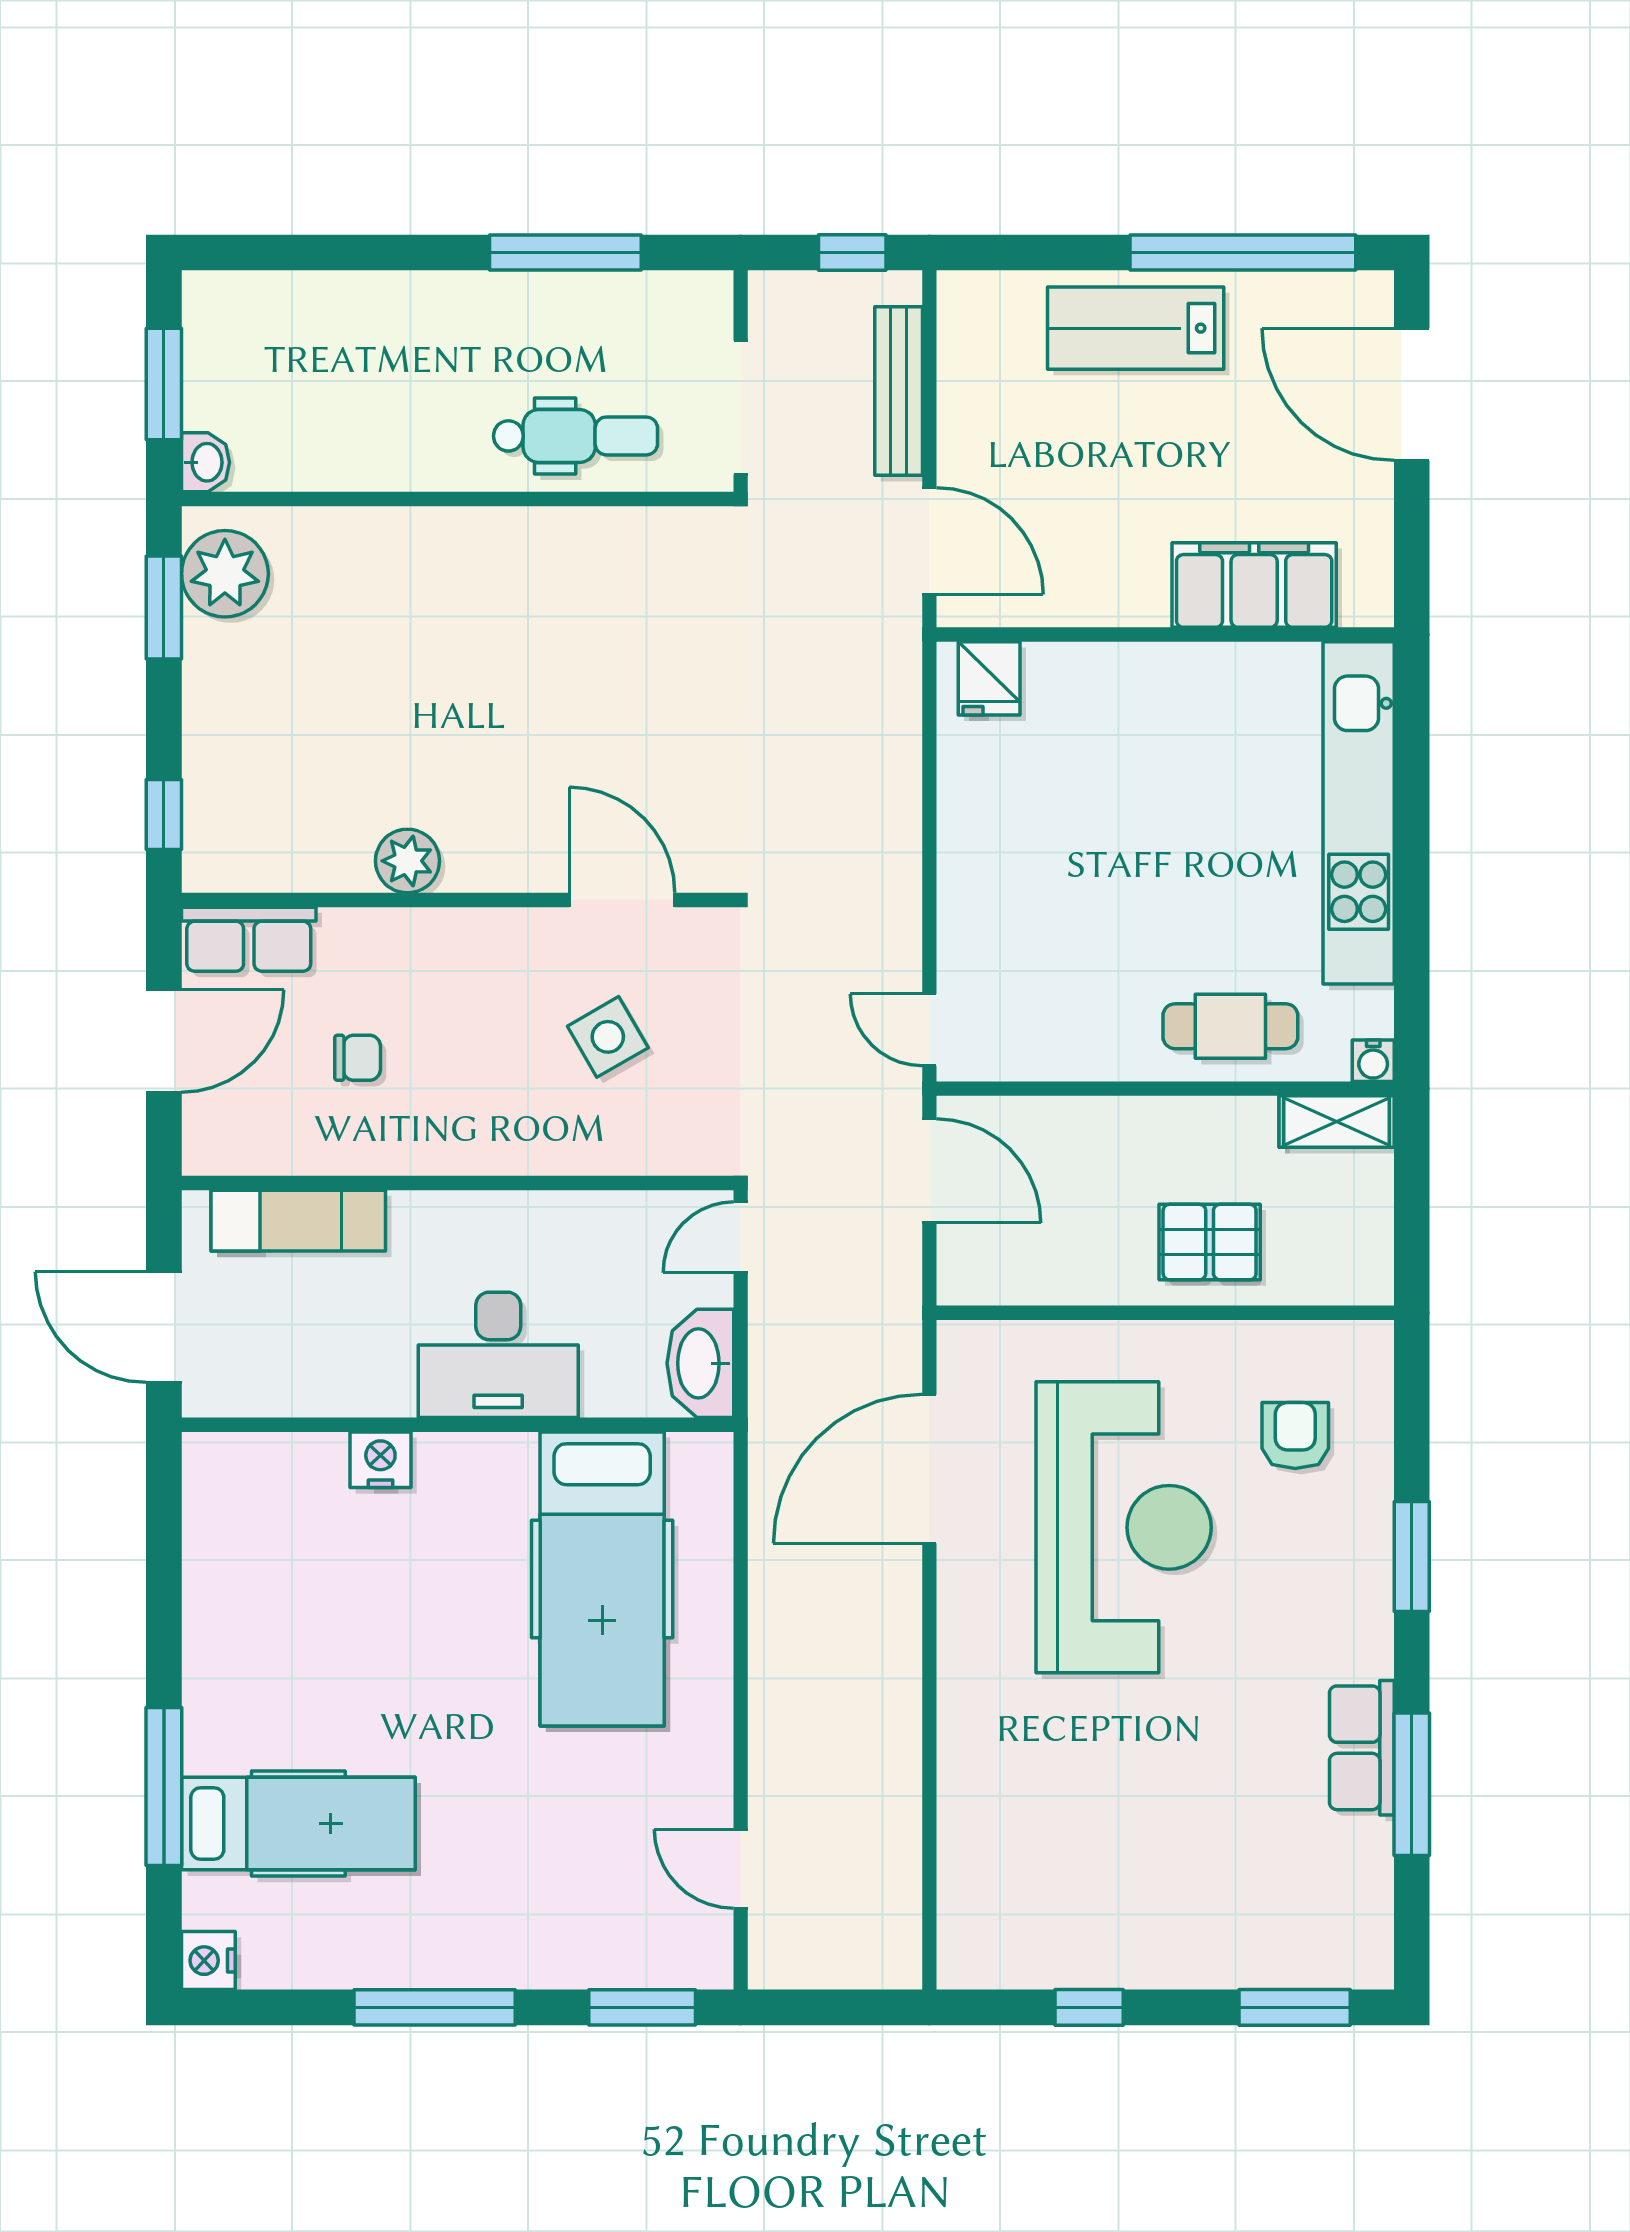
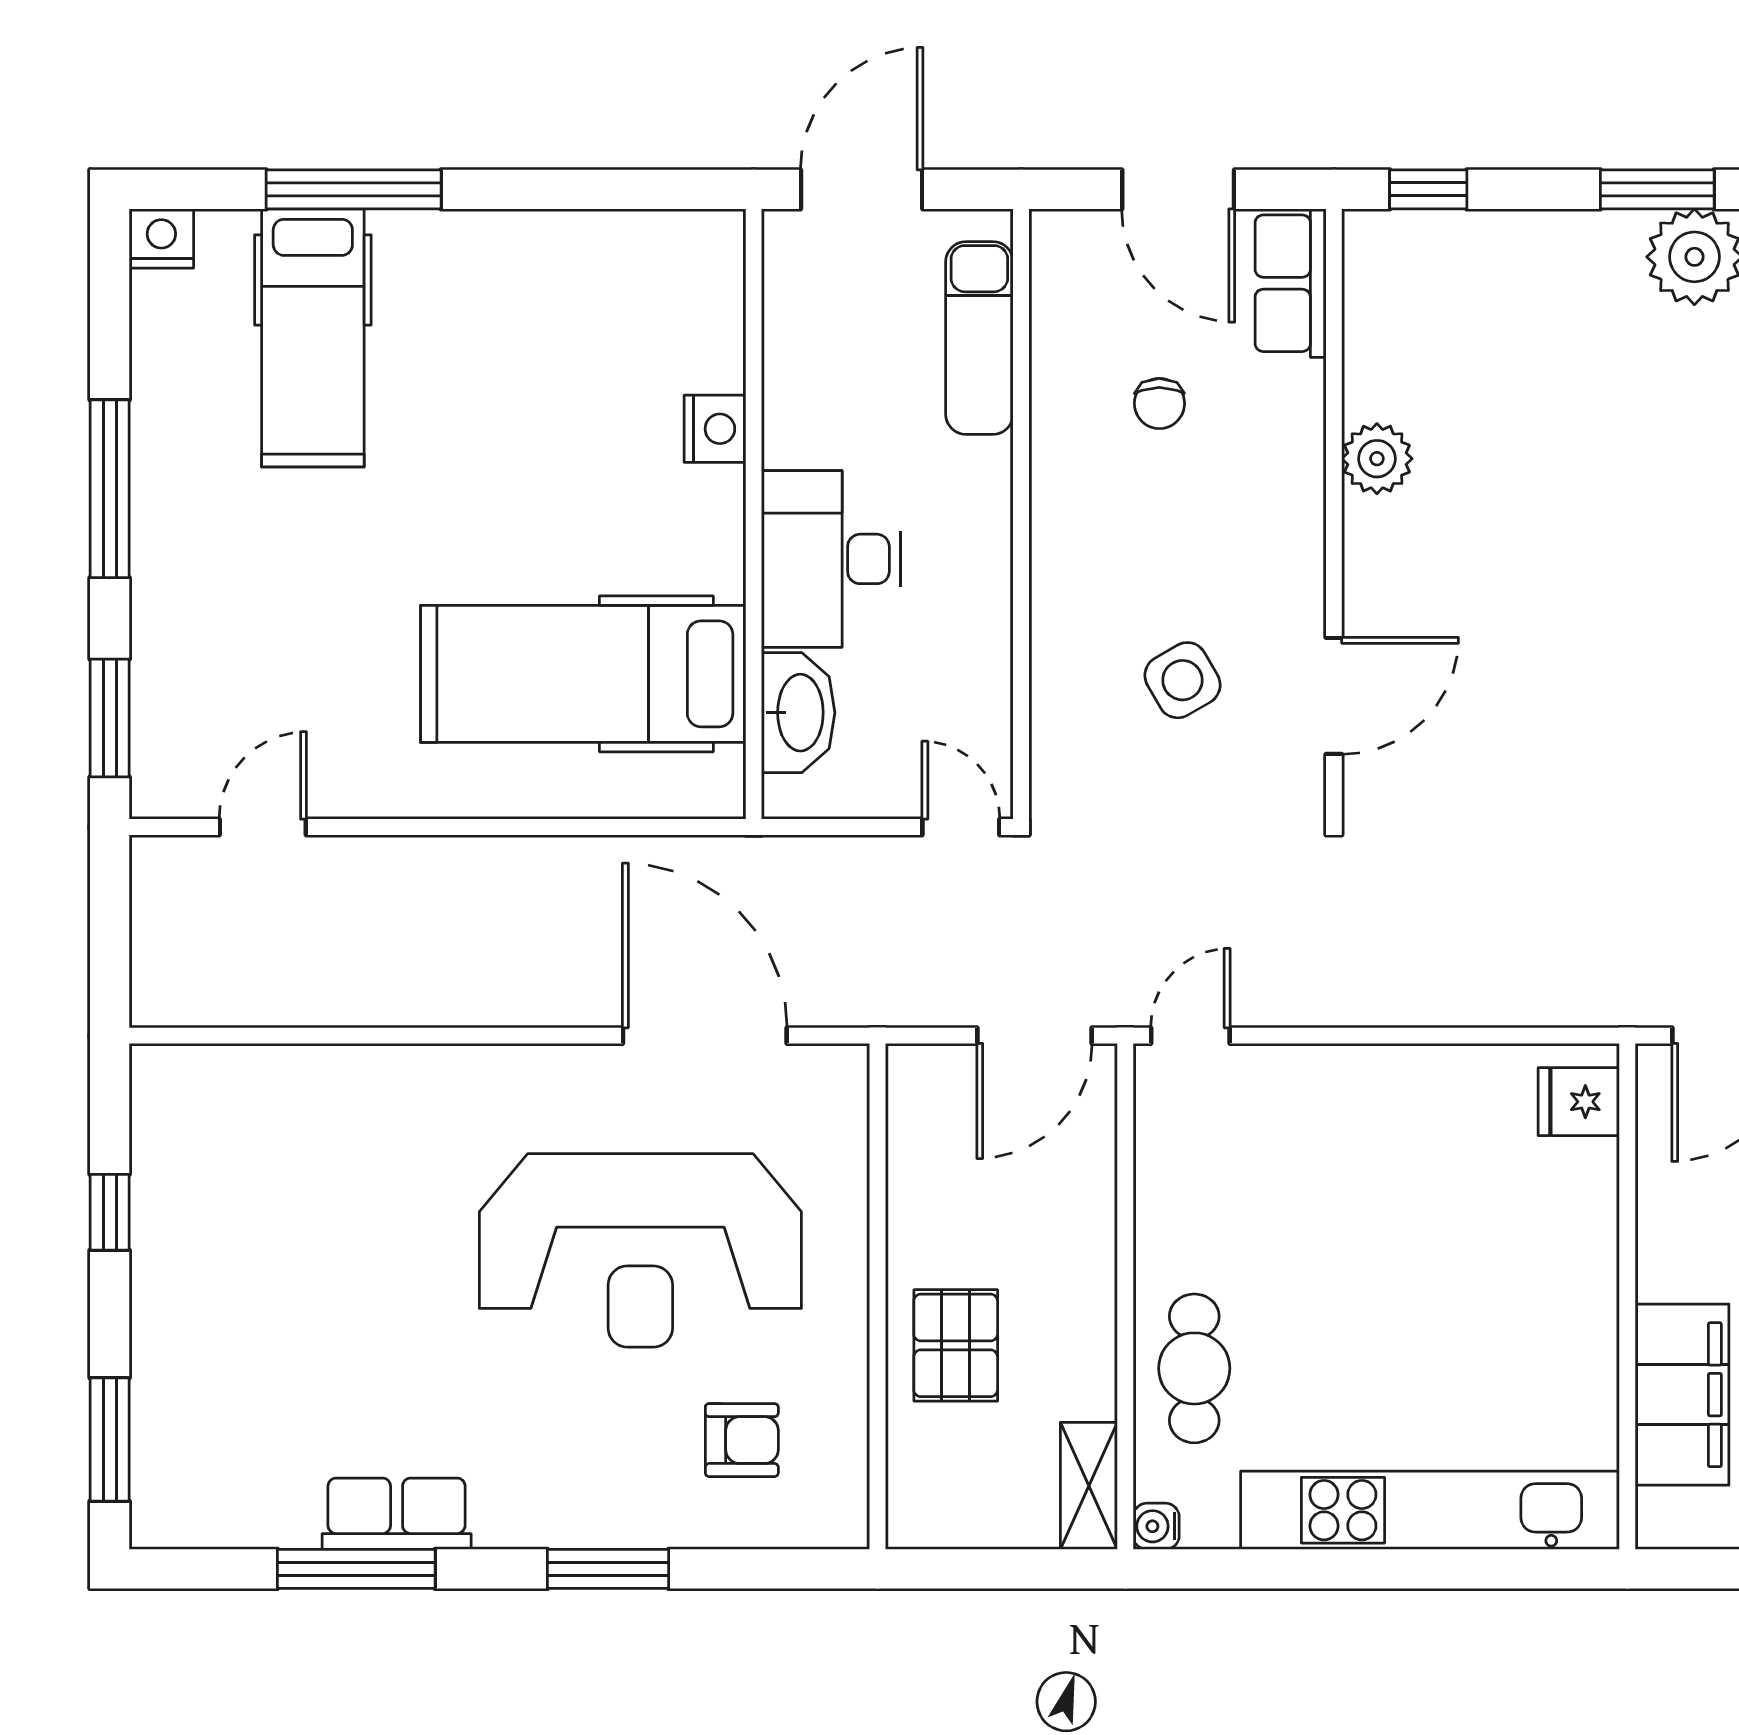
washbasin: (700, 1363) -> (798, 713), moved, turned 90

